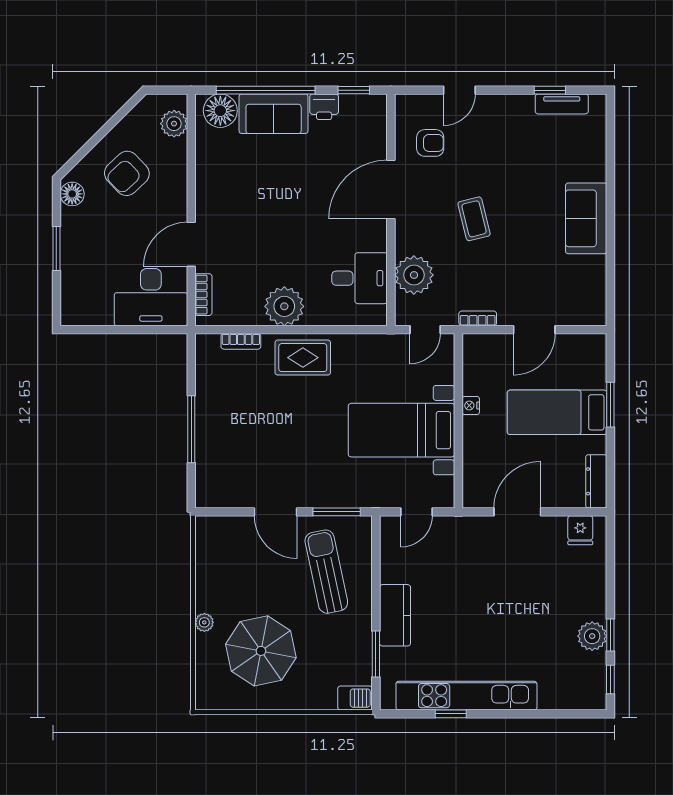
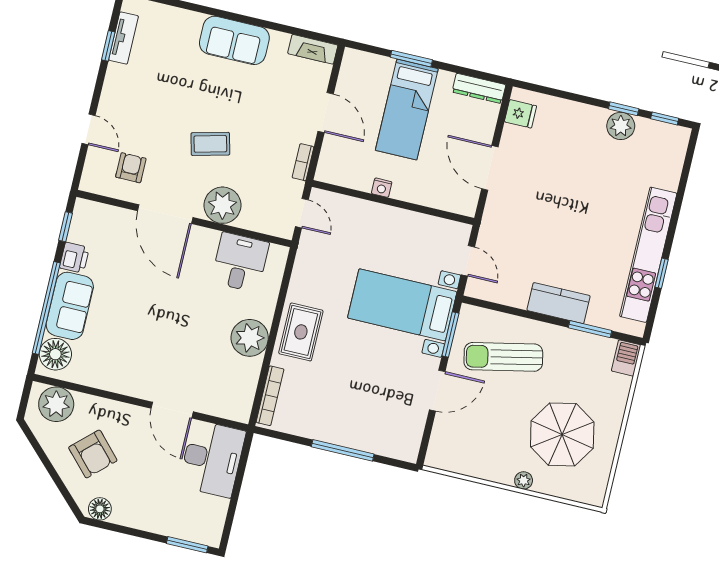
plant: (174, 124) -> (56, 404), width x1.36, depth x1.36
window: (56, 249) -> (187, 545), moved
plant: (414, 275) -> (223, 205), moved
bookcase: (203, 295) -> (221, 410), removed
fireplace: (596, 301) -> (313, 49), added
bookcase: (241, 341) -> (270, 396), width x1.56
bed with nightstands: (401, 430) -> (402, 305), moved, turned 90

